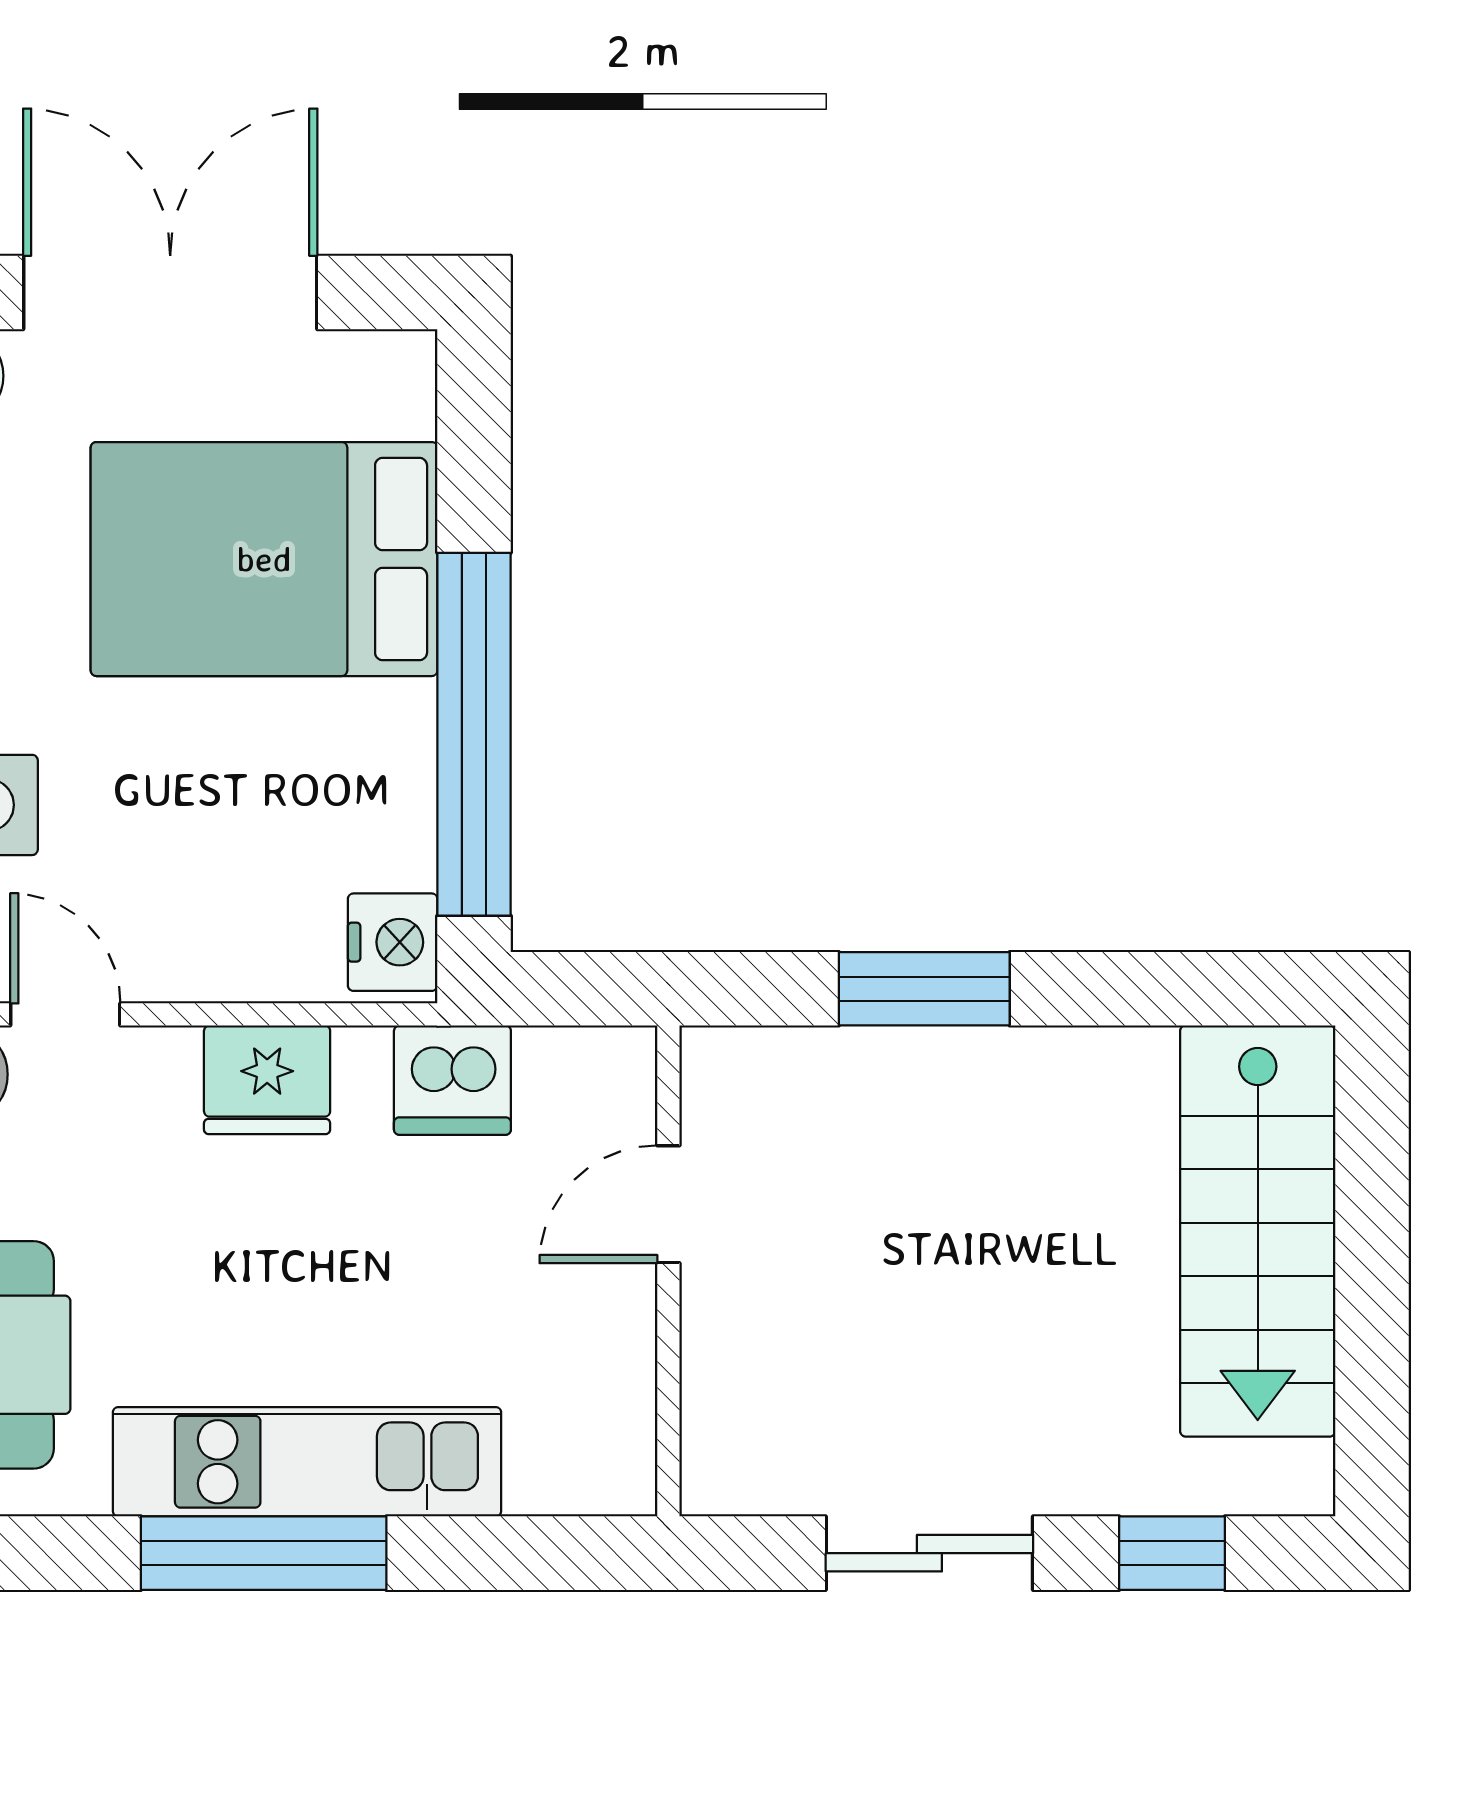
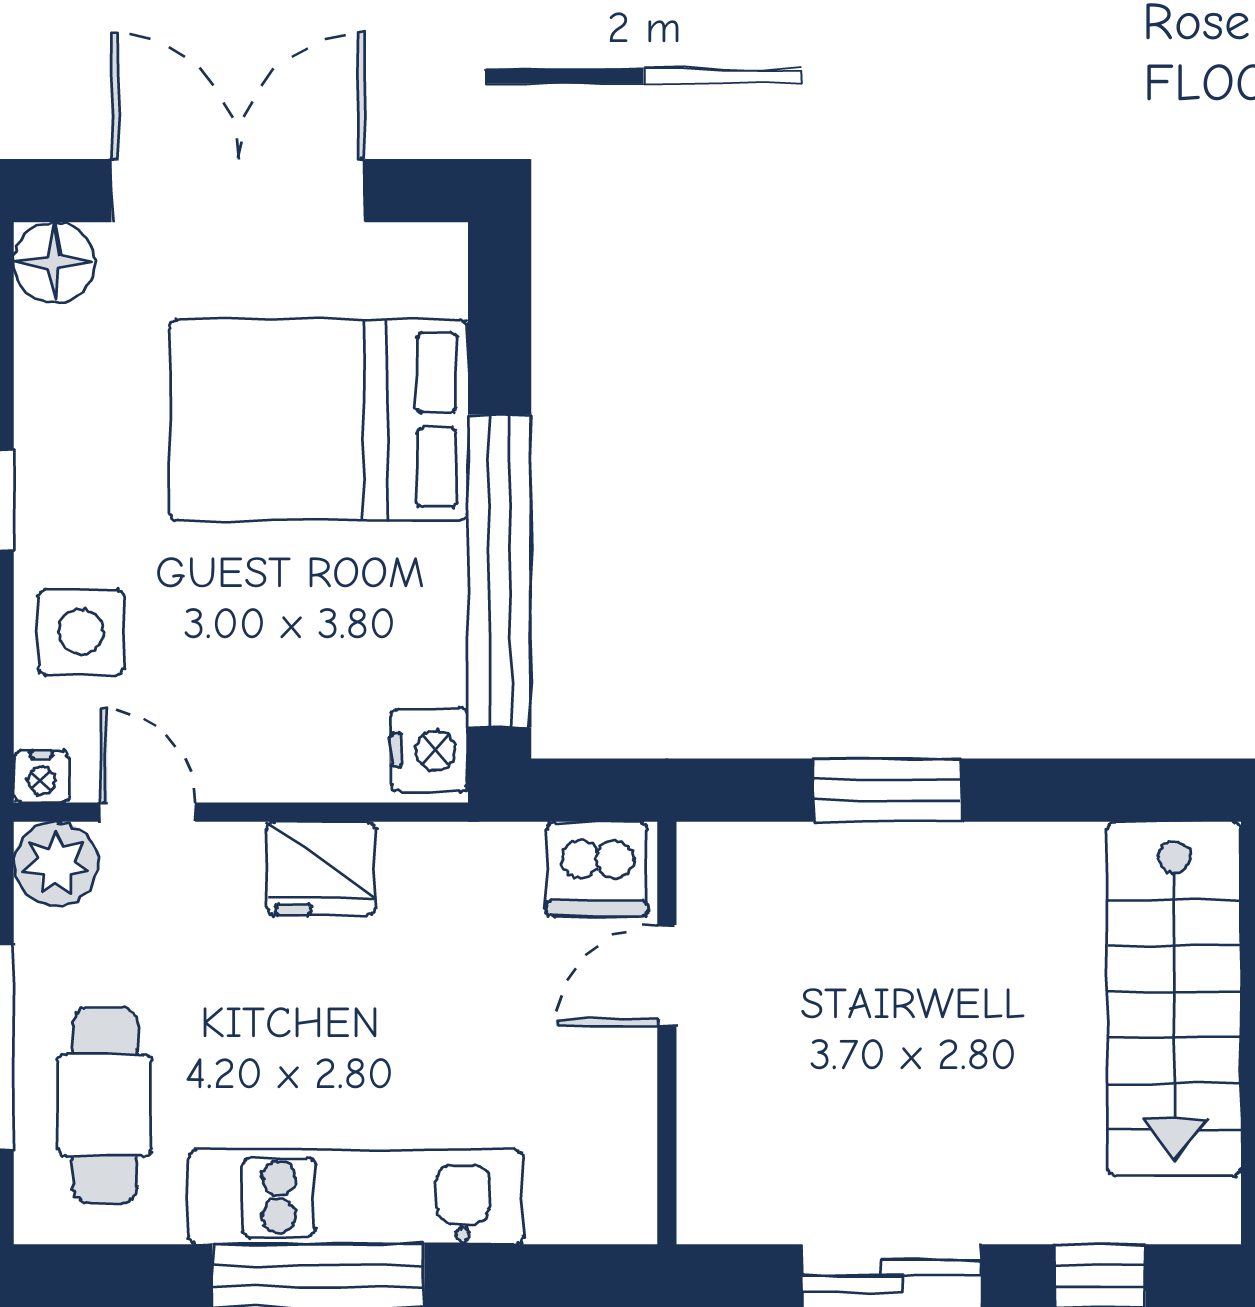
dishwasher: (452, 1080) -> (597, 869), moved

